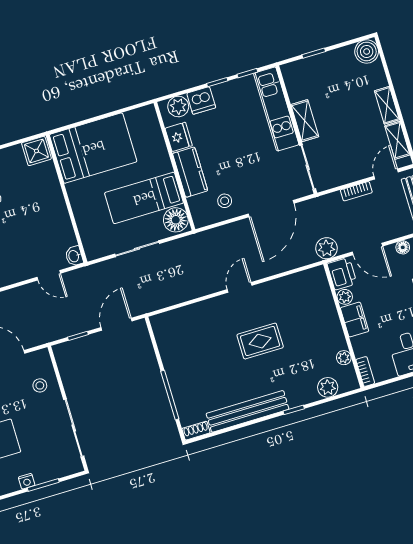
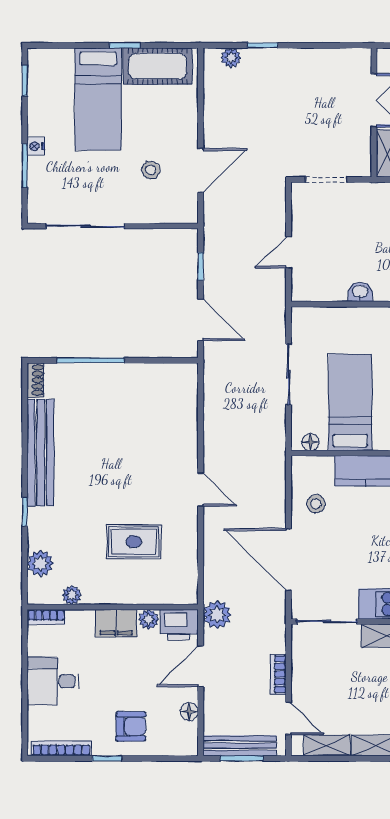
floor lamp: (176, 220) -> (310, 442), width x0.53, depth x0.53
washbasin: (74, 256) -> (360, 292), moved
rug: (260, 341) -> (134, 542), moved, turned 90
stool: (40, 385) -> (151, 170), moved

